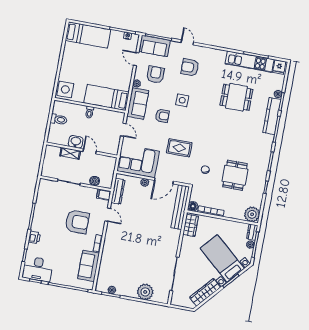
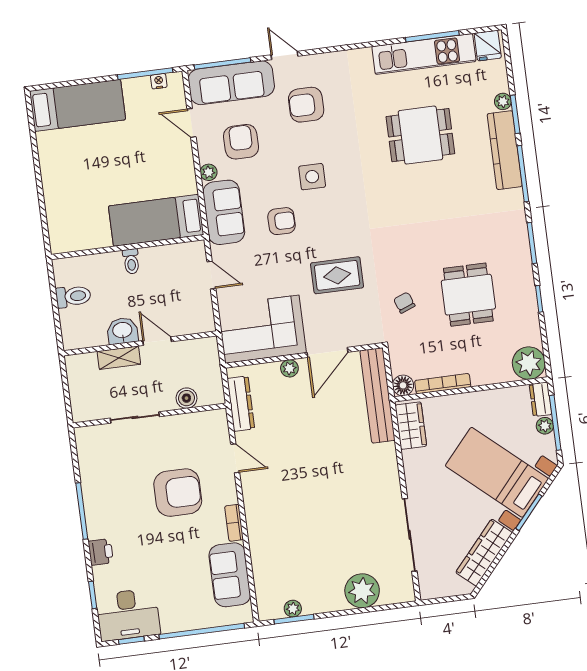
sofa: (154, 46) -> (231, 83), width x1.36
side table: (65, 89) -> (67, 231), removed
filing cabinet: (104, 195) -> (214, 420), removed

